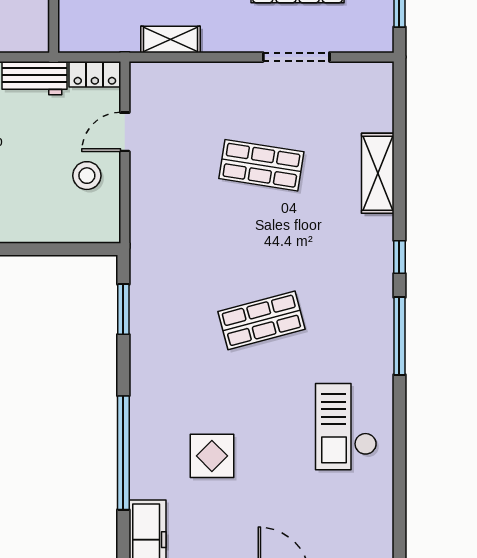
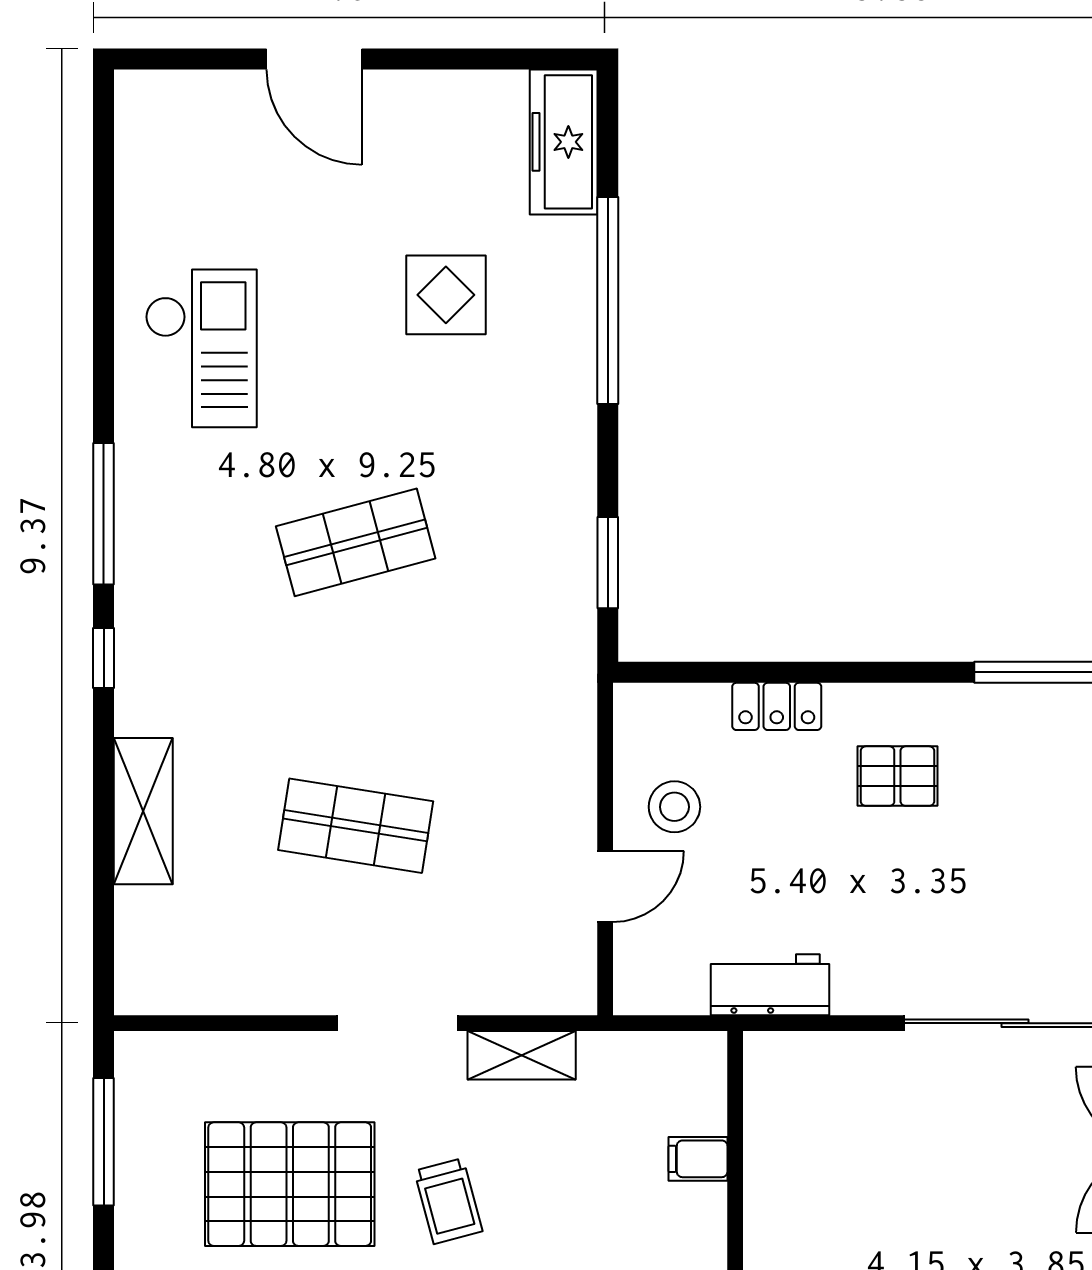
doorway: (296, 57) -> (397, 1023), moved
locker: (95, 74) -> (777, 706), moved, turned 180

